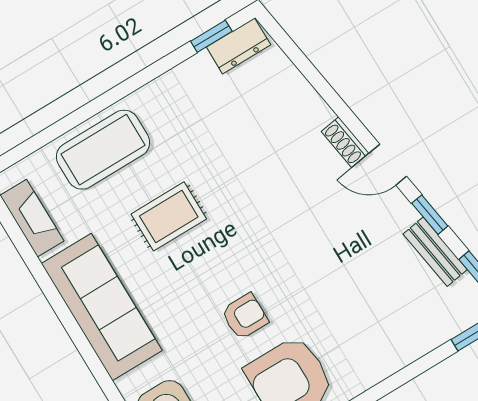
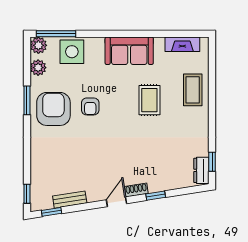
coffee table: (103, 150) -> (193, 90), width x0.73, depth x0.76
window: (430, 215) -> (156, 196), moved
sofa: (102, 307) -> (129, 51), width x0.73

